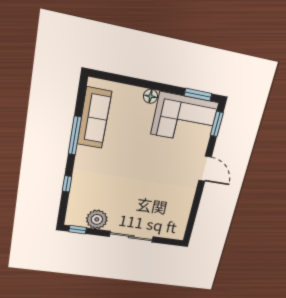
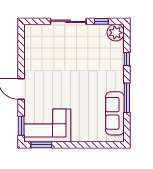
floor lamp: (151, 96) -> (77, 137), removed
plant: (97, 219) -> (116, 33), moved
window: (78, 230) -> (101, 21), moved

